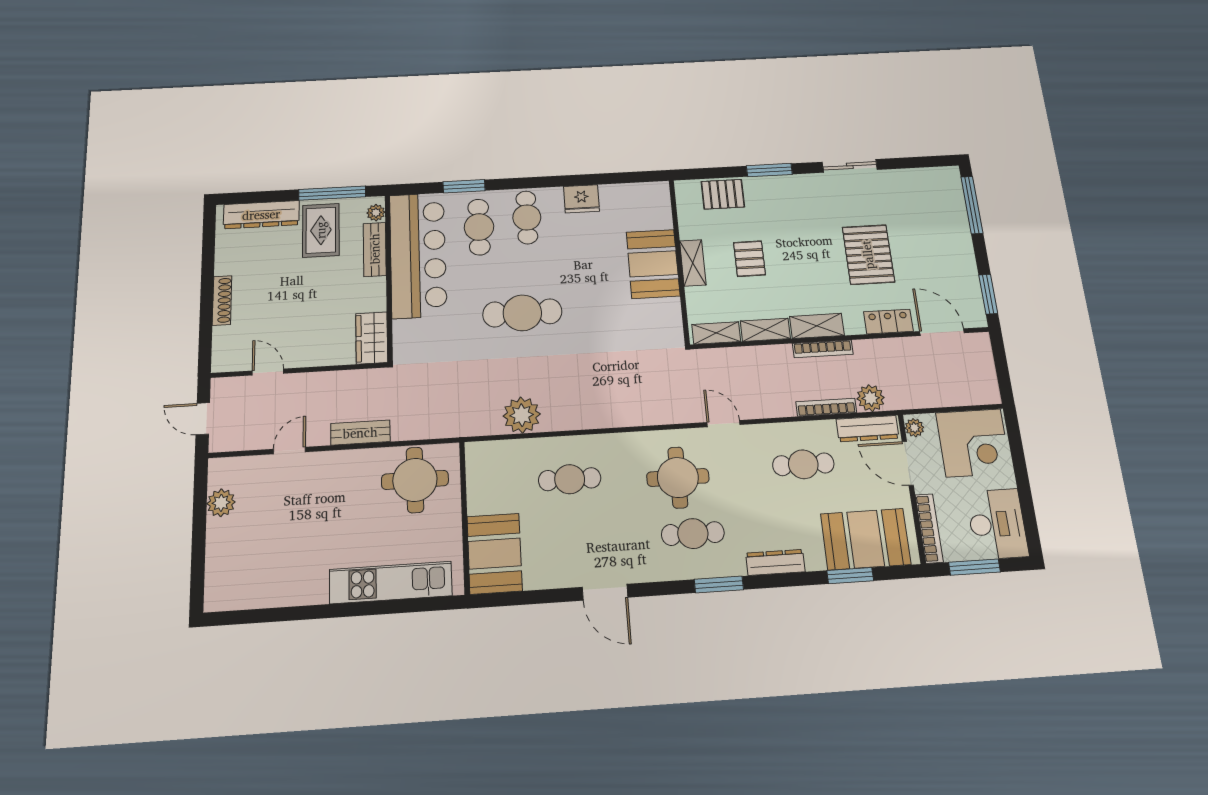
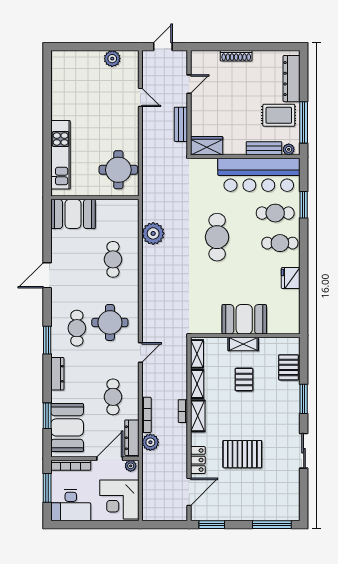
pallet: (749, 259) -> (244, 379), turned 90
bookcase: (823, 349) -> (183, 411), width x0.64
bench: (360, 433) -> (181, 124), moved

